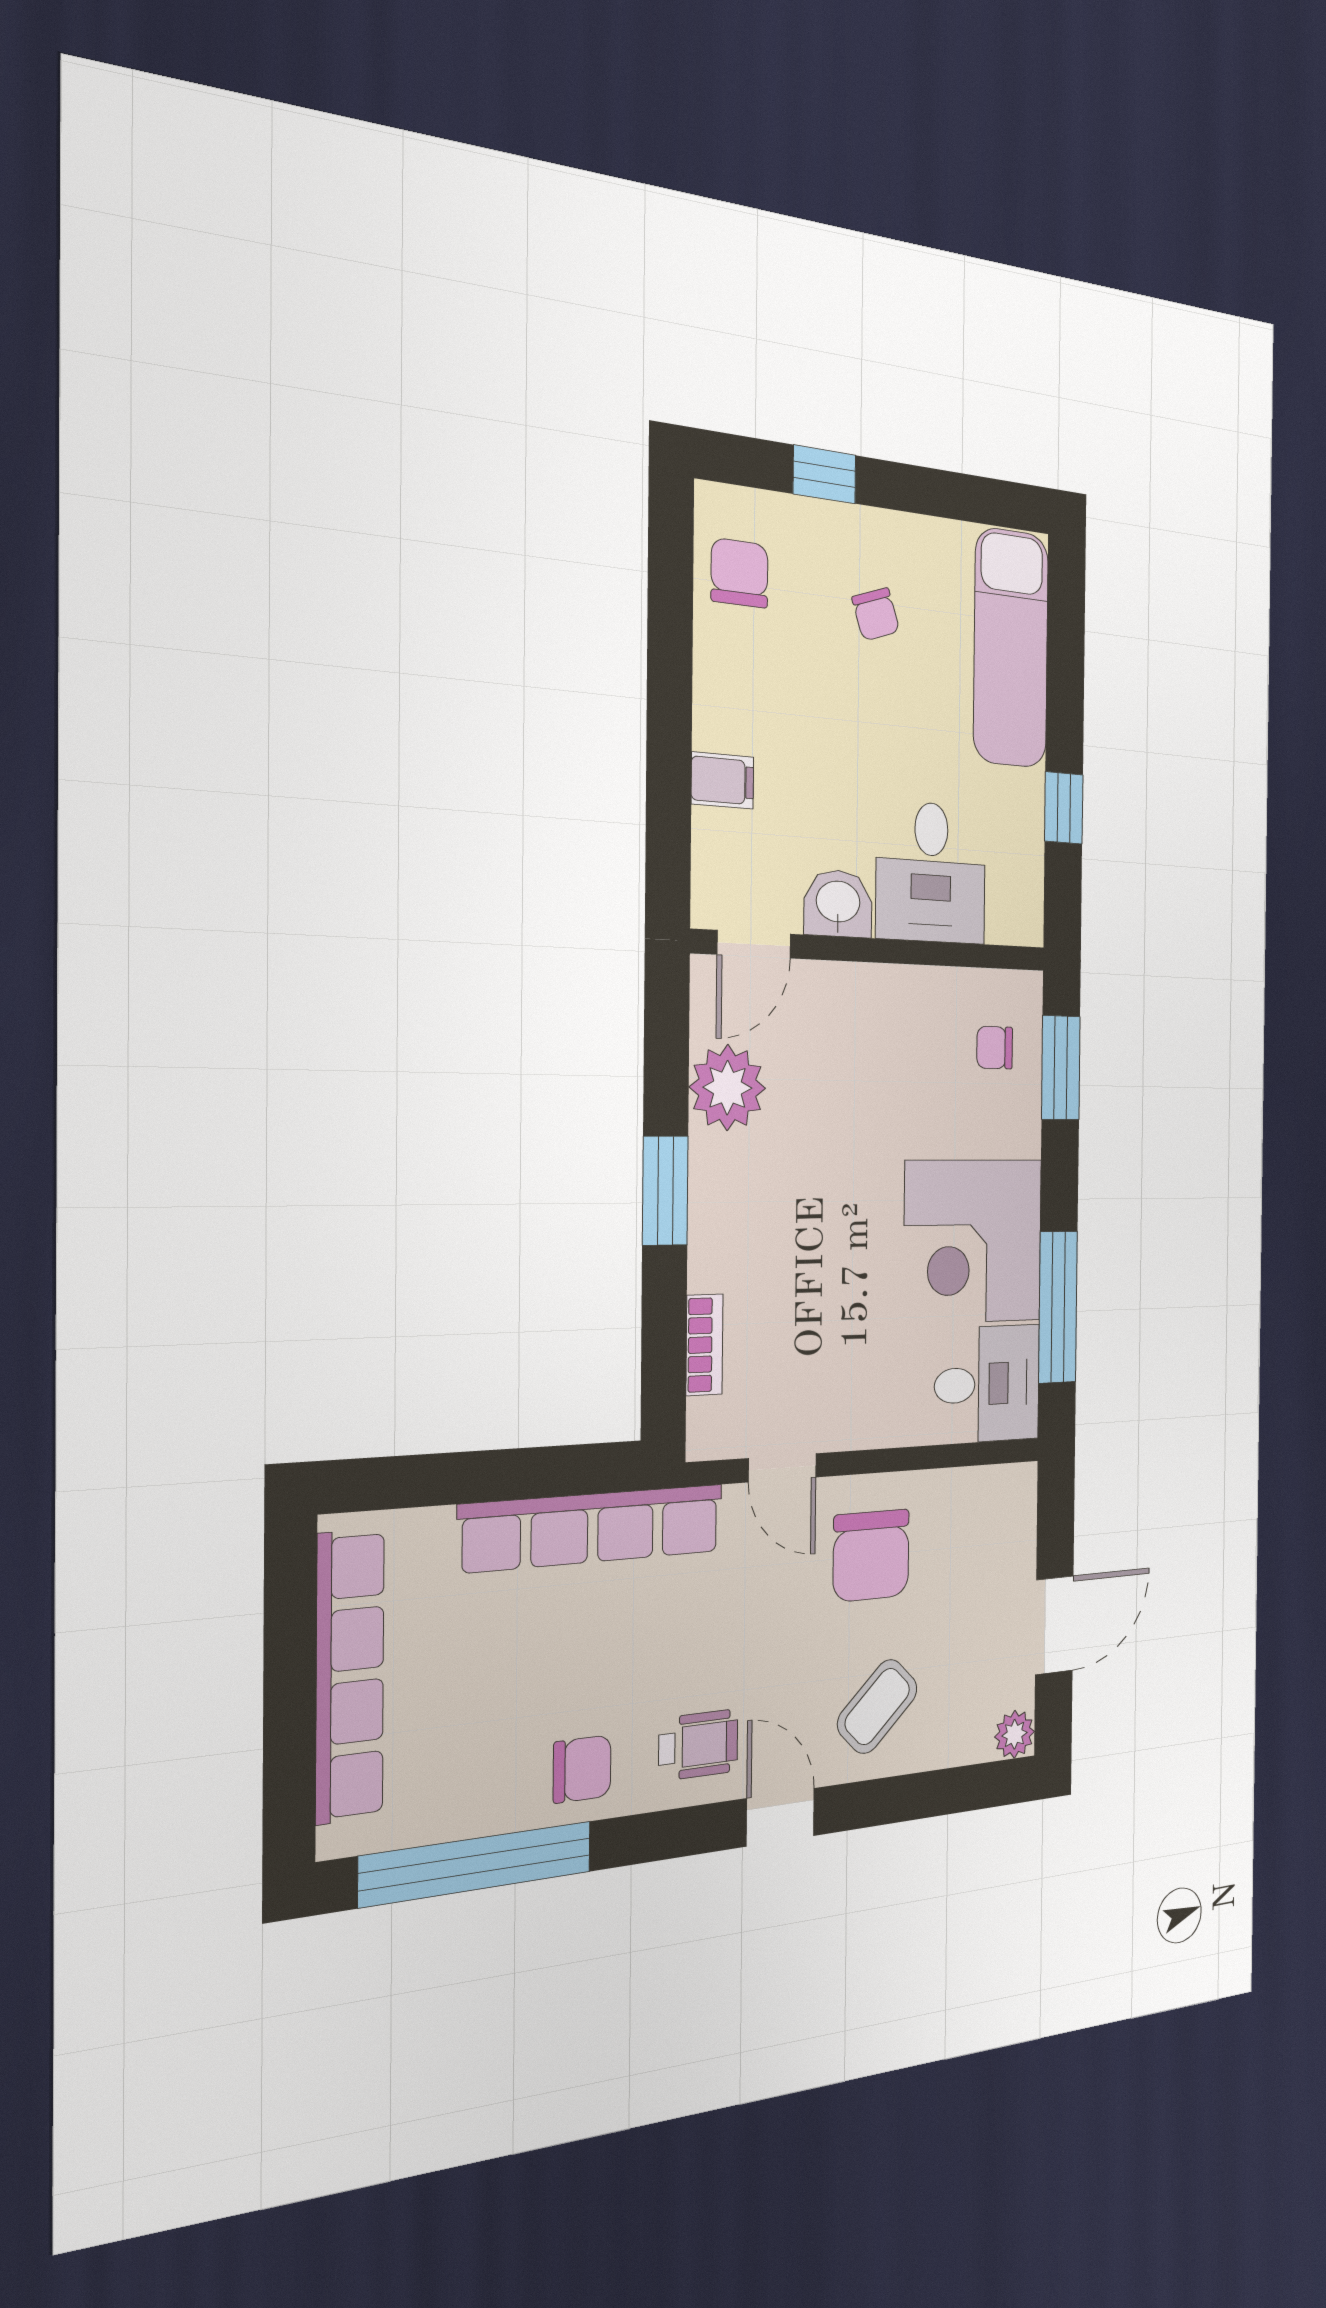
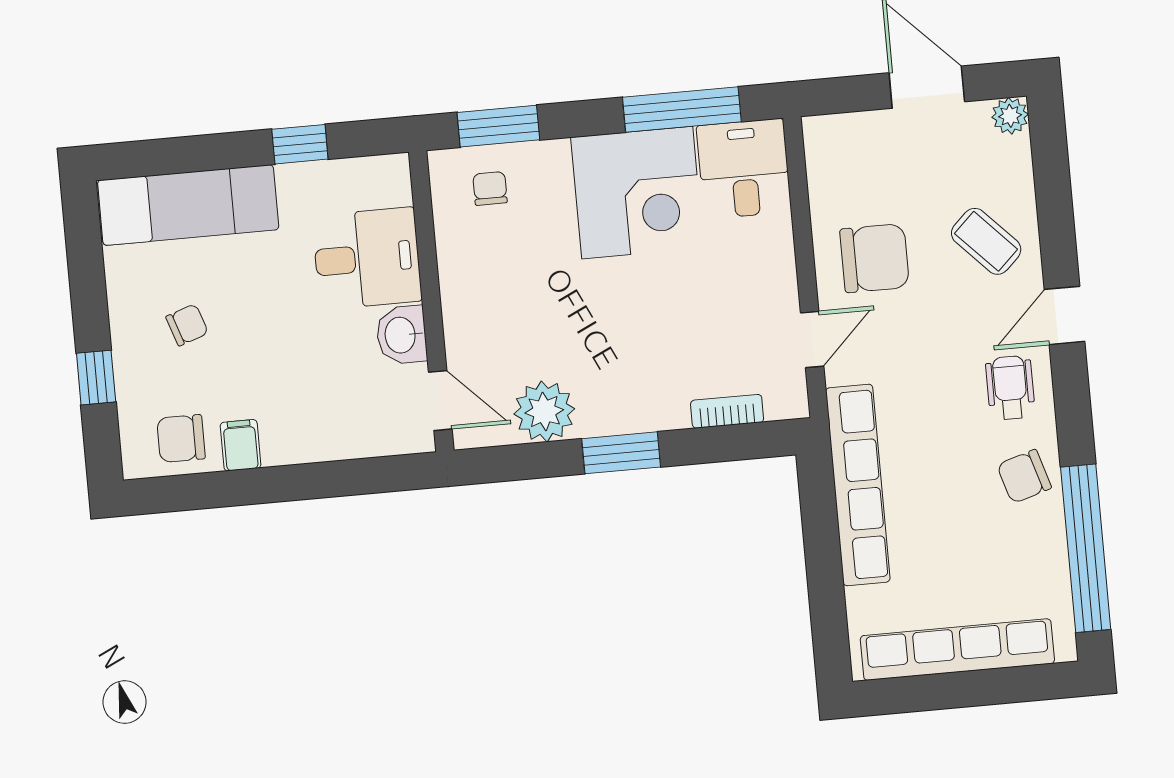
filing cabinet: (722, 780) -> (241, 445), moved
chair: (995, 1048) -> (490, 188), turned 180
chair: (582, 1769) -> (1024, 476), turned -107

